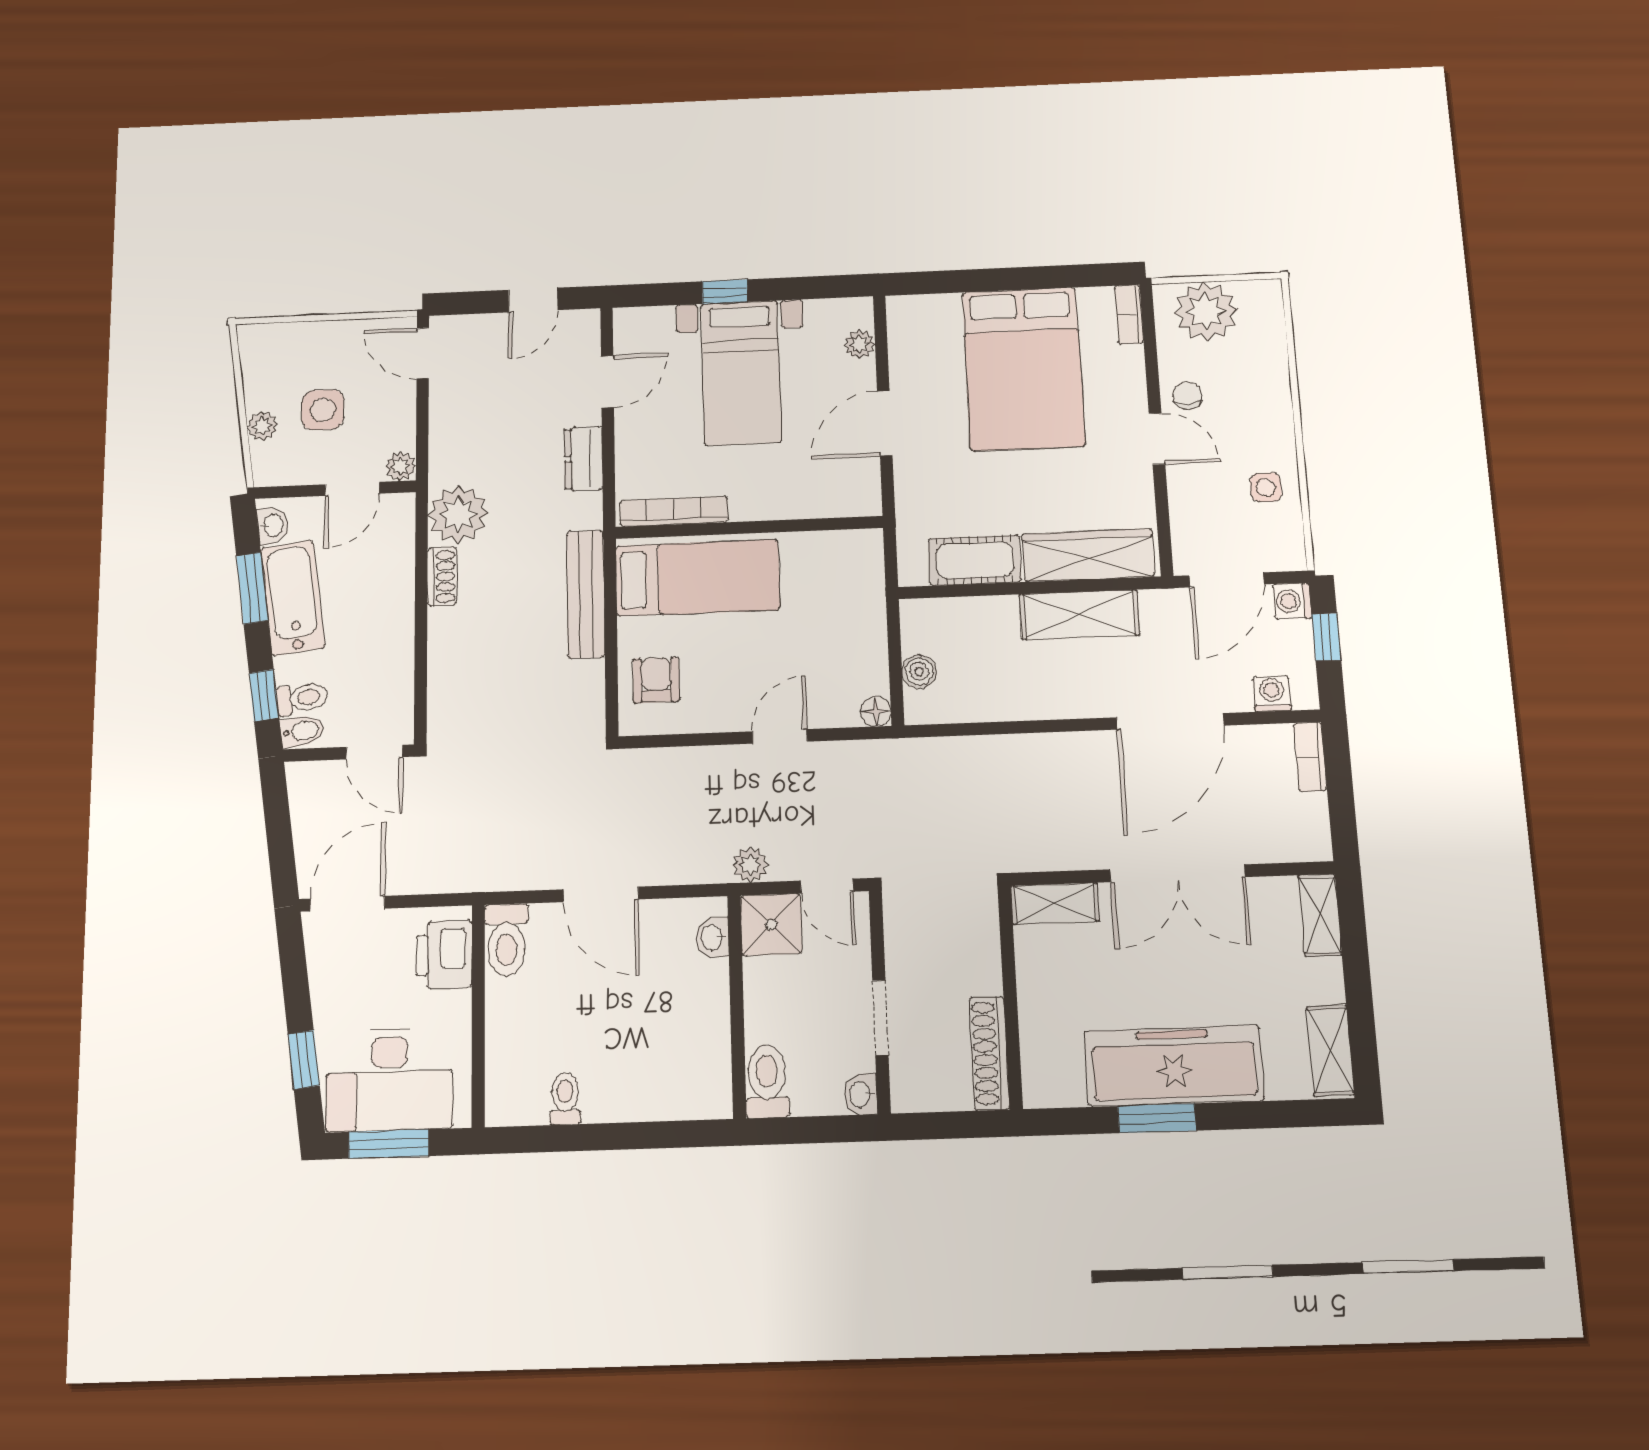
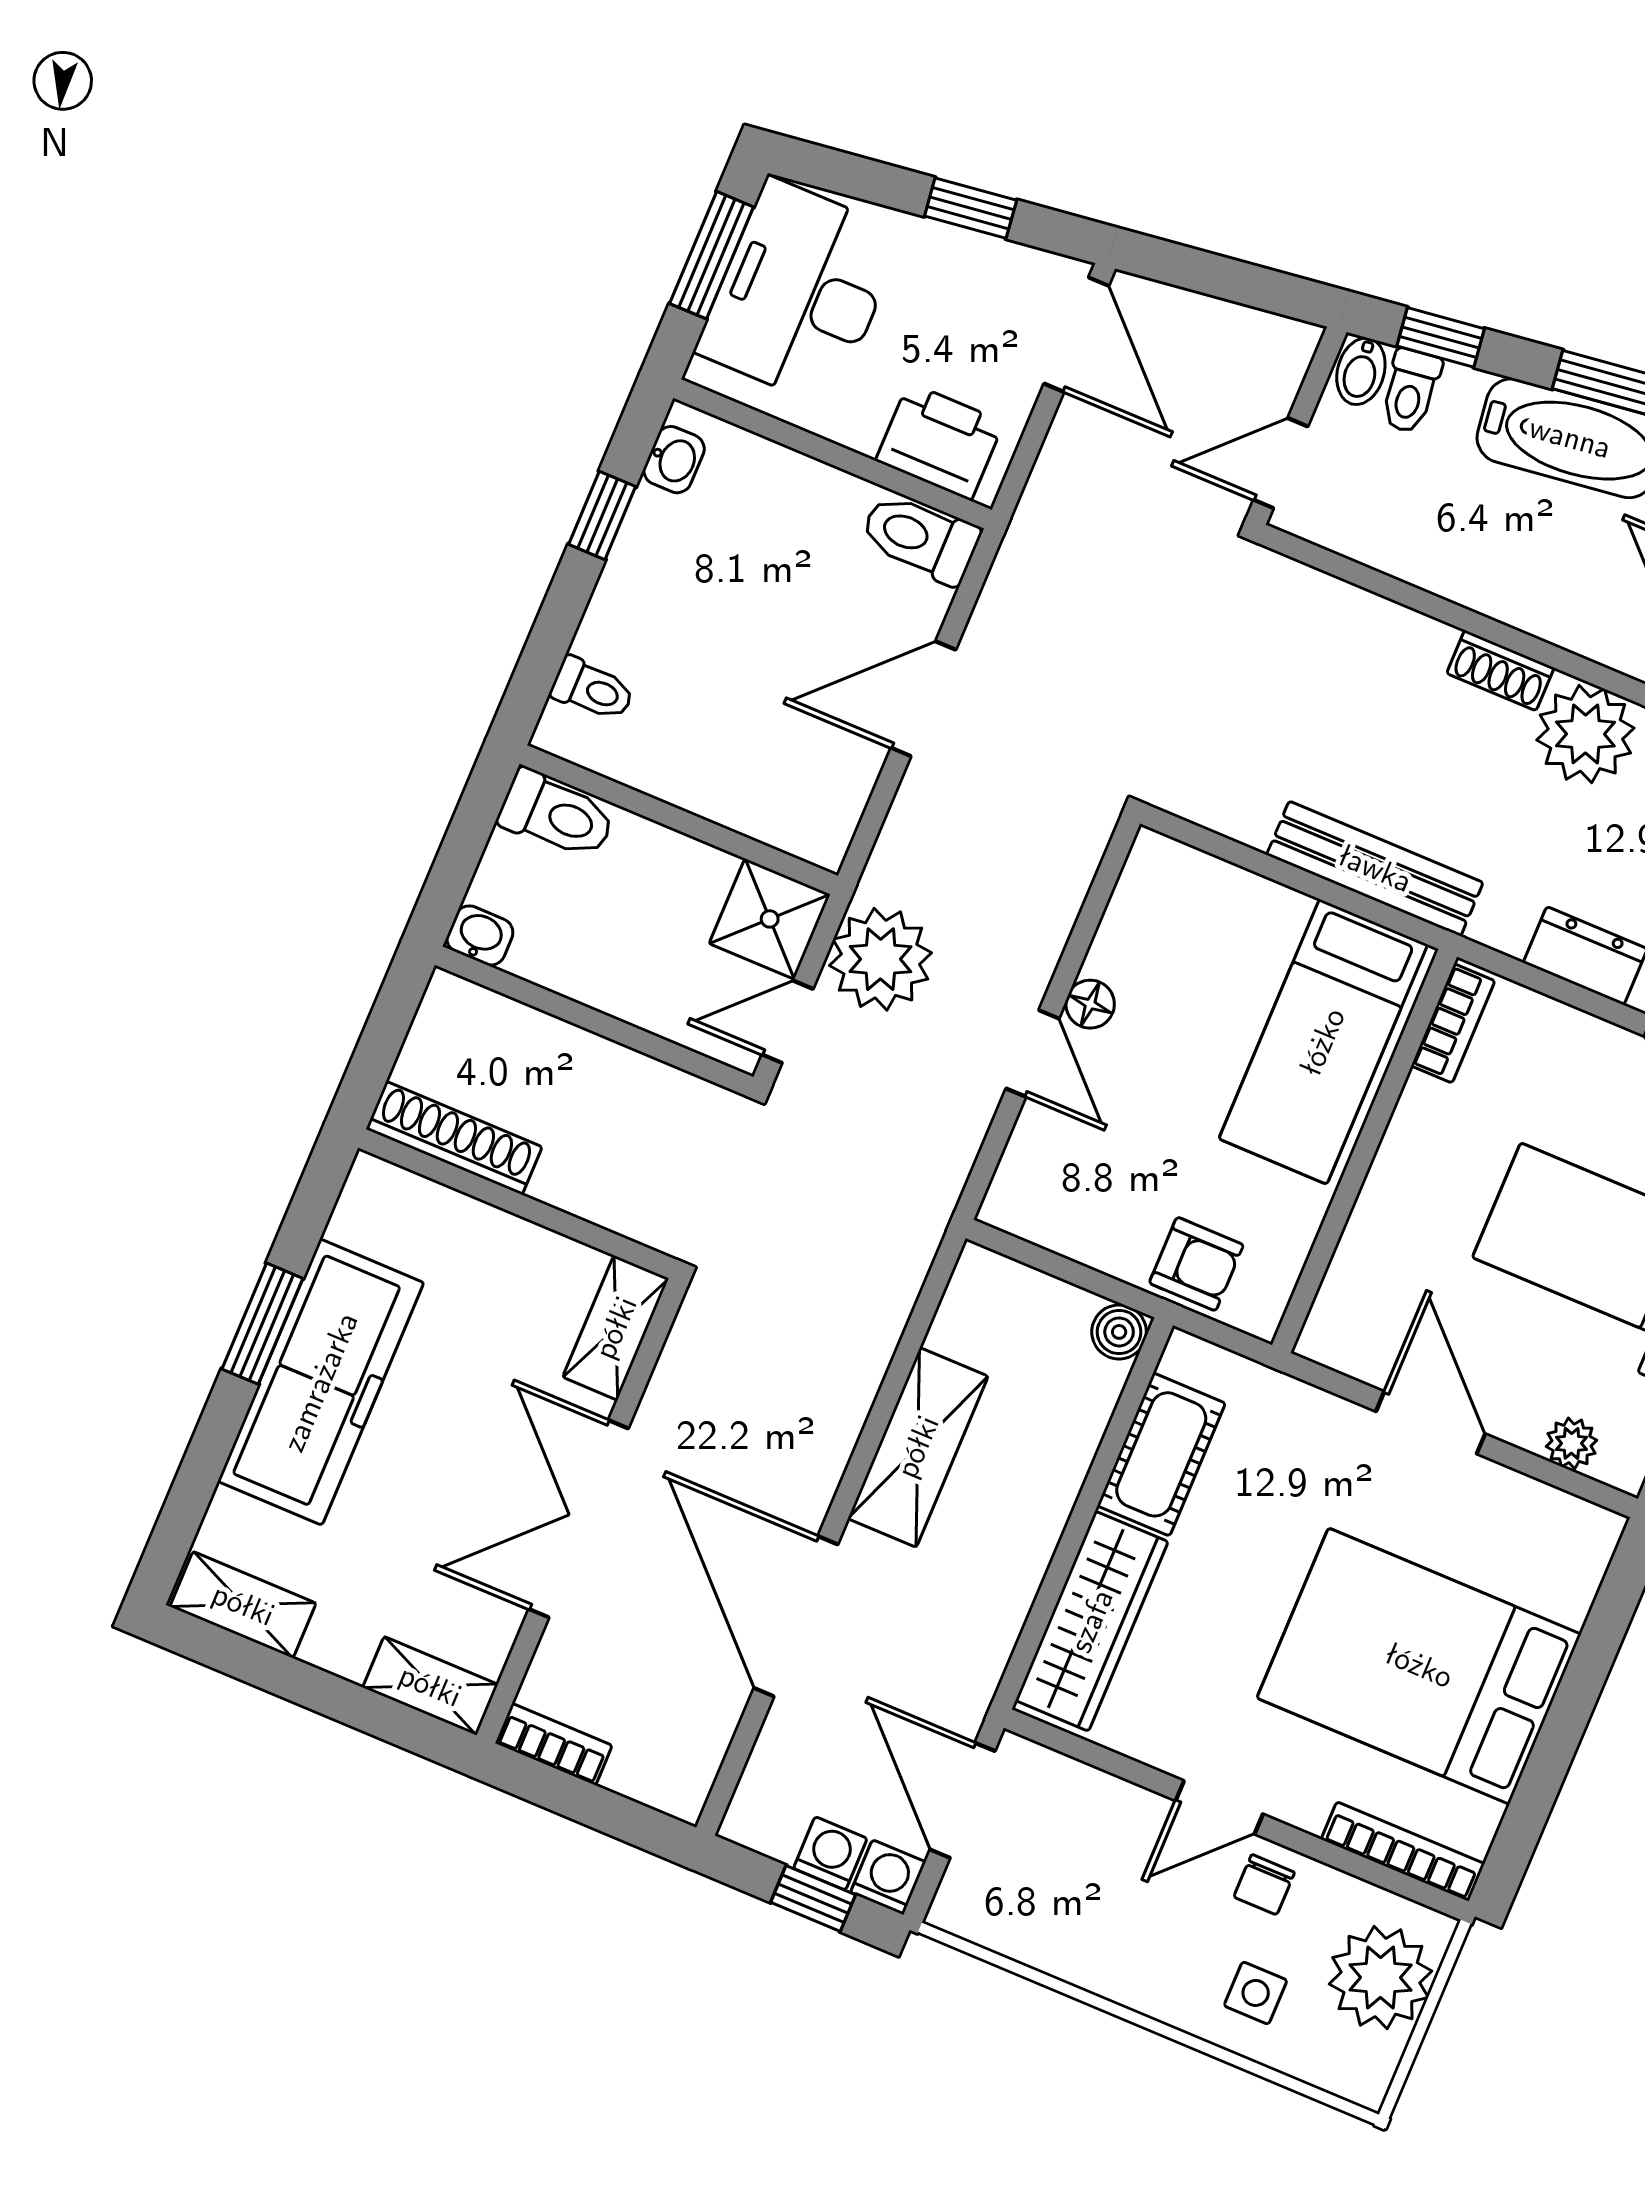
bookcase: (1129, 314) -> (1403, 1851), width x1.56
chair: (1187, 395) -> (1264, 1885), turned 90
side table: (1266, 487) -> (1256, 1993), moved
bookcase: (674, 511) -> (1453, 1023), width x0.64
shelving: (1079, 615) -> (918, 1447), moved
boiler: (919, 672) -> (1119, 1332), moved
armchair: (656, 680) -> (1196, 1264), moved
washing machine: (1272, 694) -> (830, 1853), moved, turned -90
floor lamp: (876, 711) -> (1090, 1004), moved
bookcase: (1310, 757) -> (554, 1744), moved
plant: (750, 865) -> (880, 959), width x1.88, depth x1.88
washbasin: (713, 937) -> (674, 460), moved, turned 90
doorway: (880, 1018) -> (571, 1011), removed
window: (304, 1060) -> (971, 208), moved
toilet: (565, 1099) -> (592, 689), moved
window: (574, 1138) -> (602, 515), added

